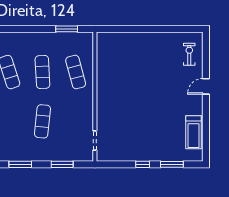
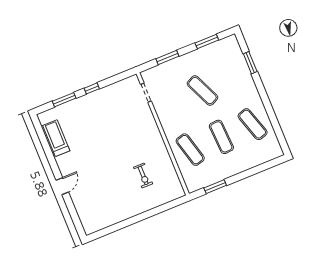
exercise bike: (189, 54) -> (143, 175), moved
exercise mat: (42, 121) -> (202, 91), turned -30

